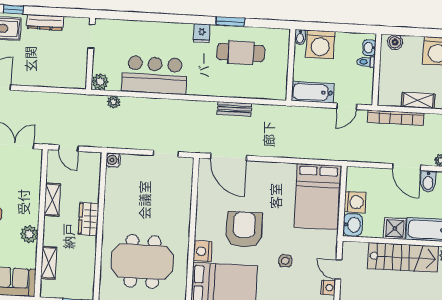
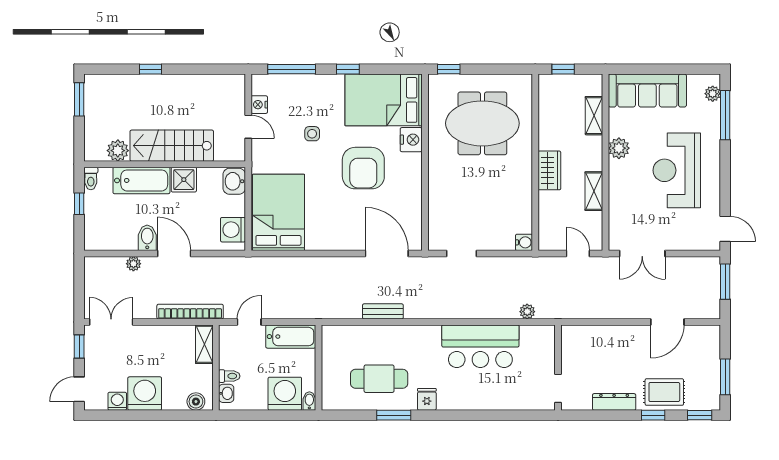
plant: (100, 82) -> (545, 335), removed
shelving: (418, 101) -> (204, 344), moved, turned 90
washing machine: (355, 202) -> (233, 230), moved

